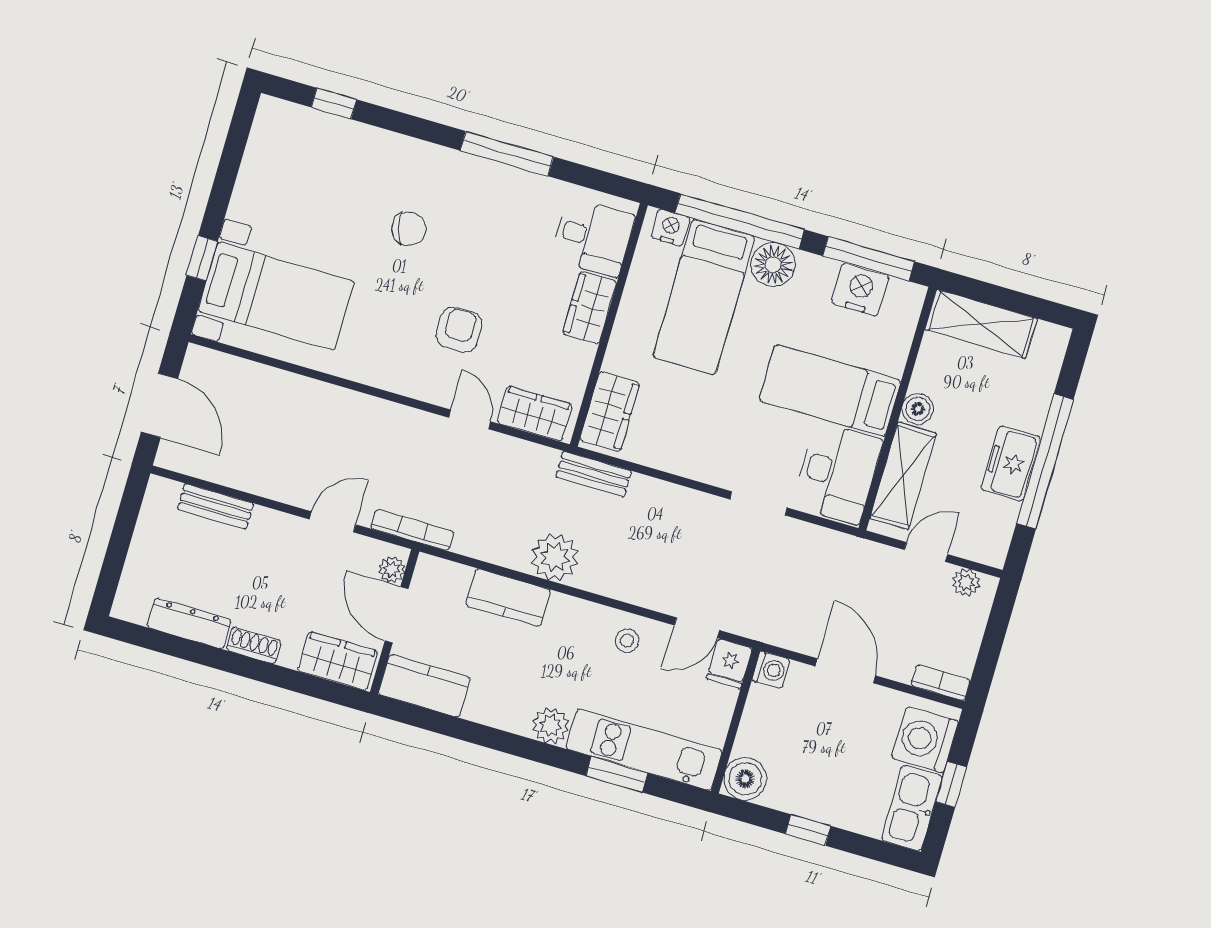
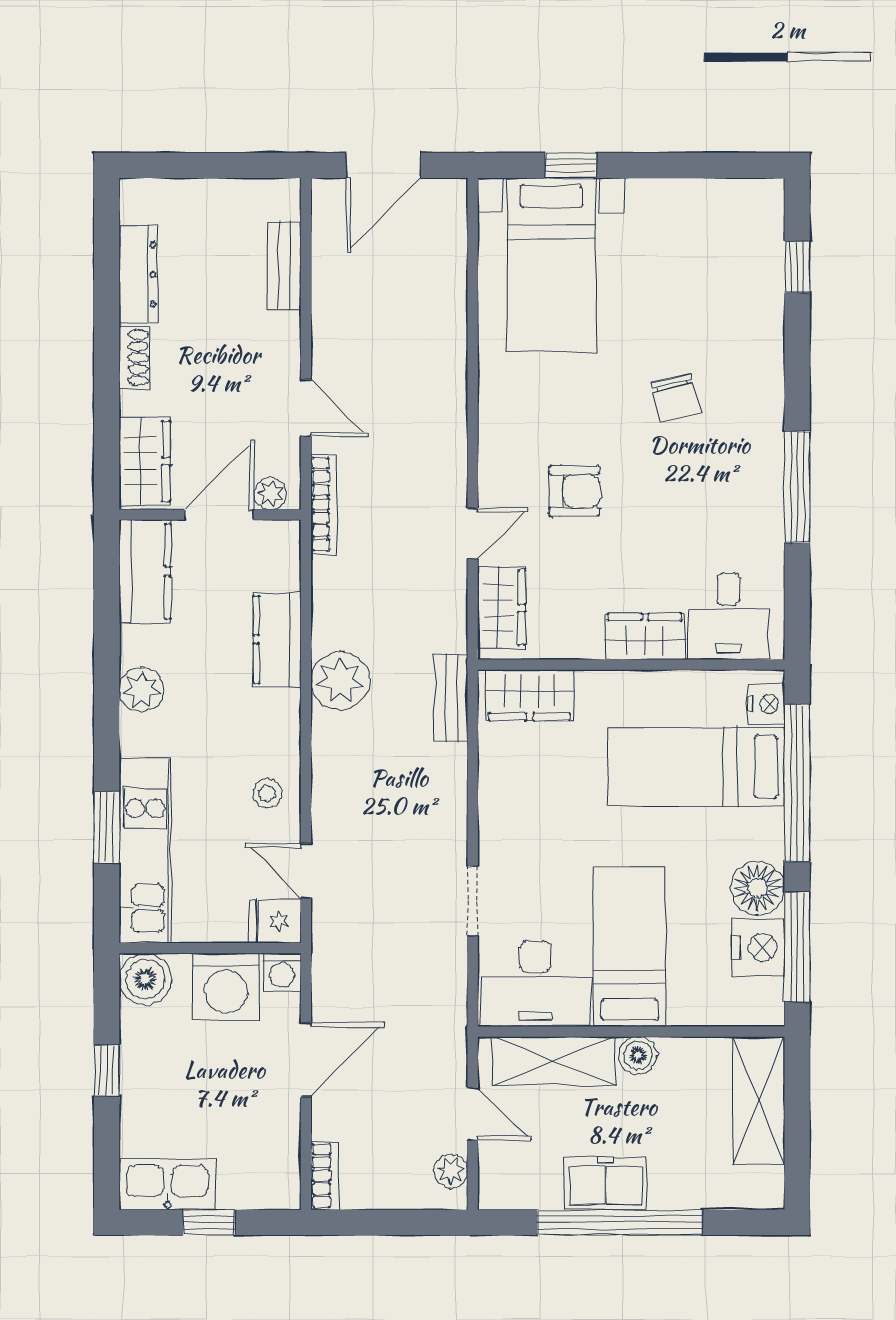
floor lamp: (773, 265) -> (758, 888), moved
plant: (550, 725) -> (142, 690), moved
washing machine: (925, 740) -> (226, 986), moved, turned 180

